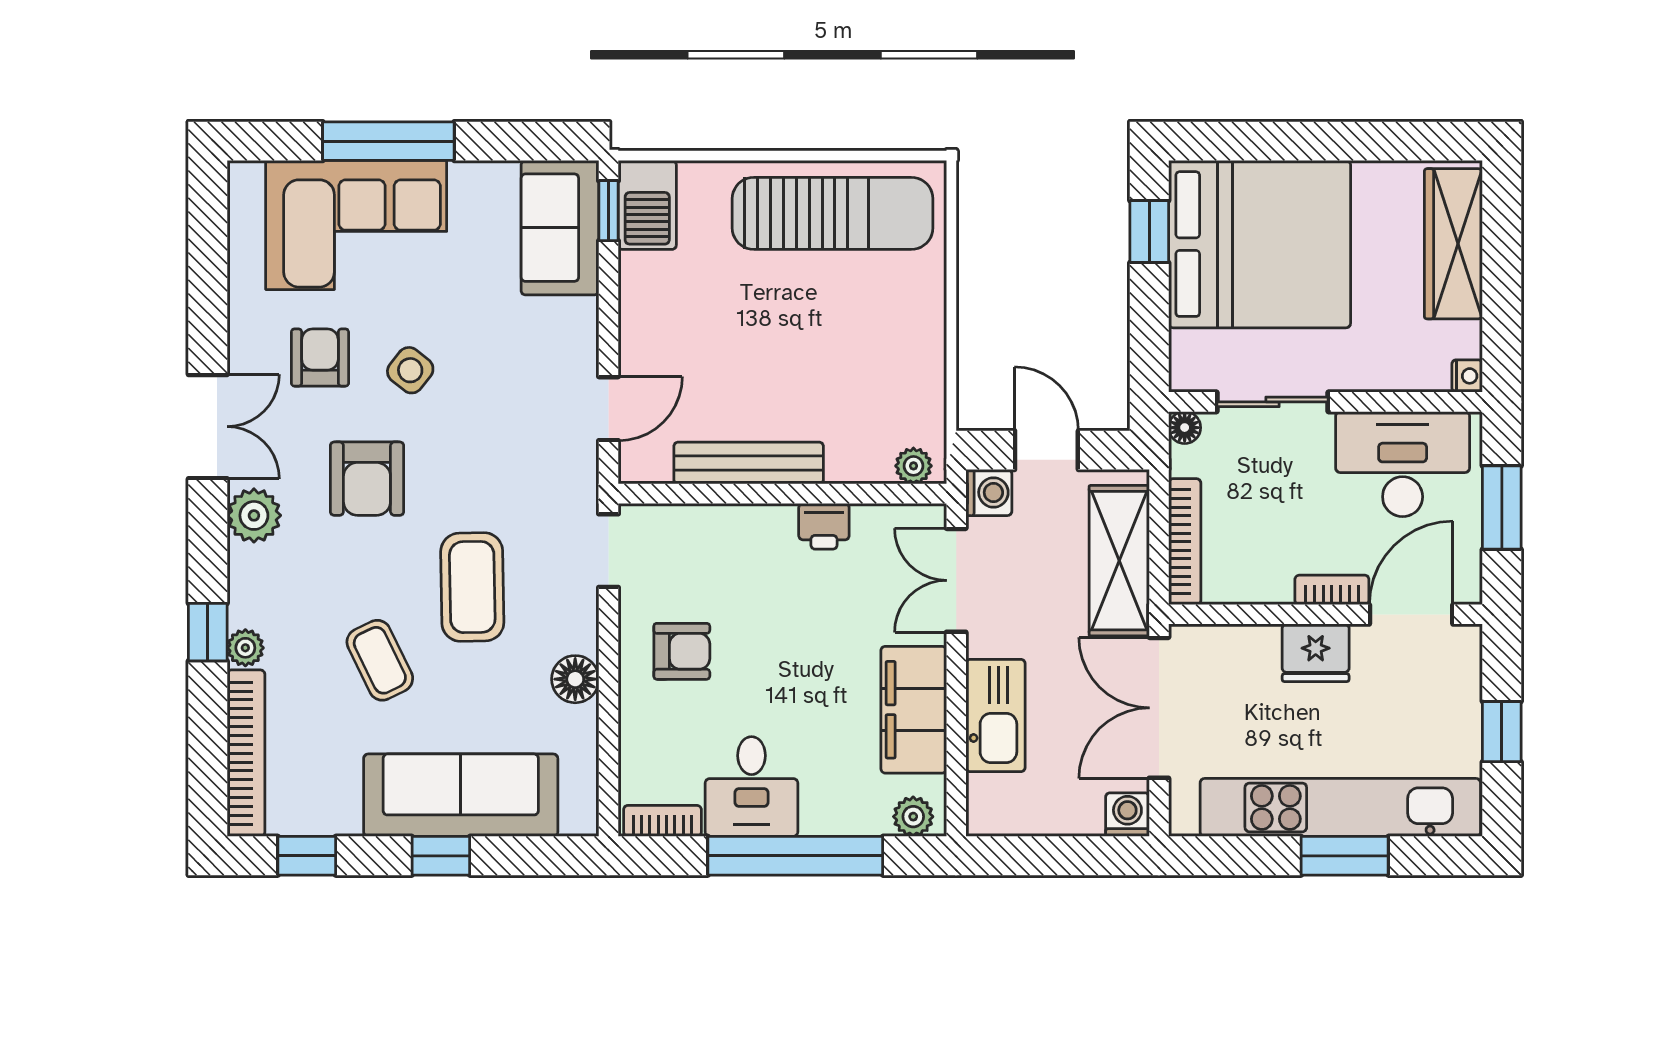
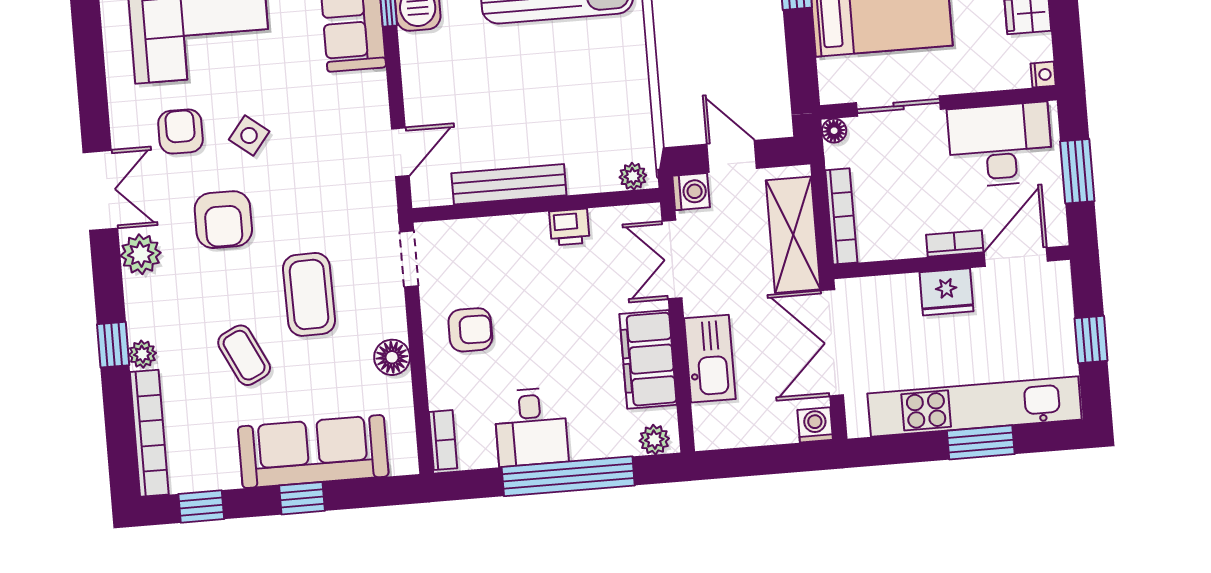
bookcase: (662, 821) -> (443, 440), moved, turned 90

